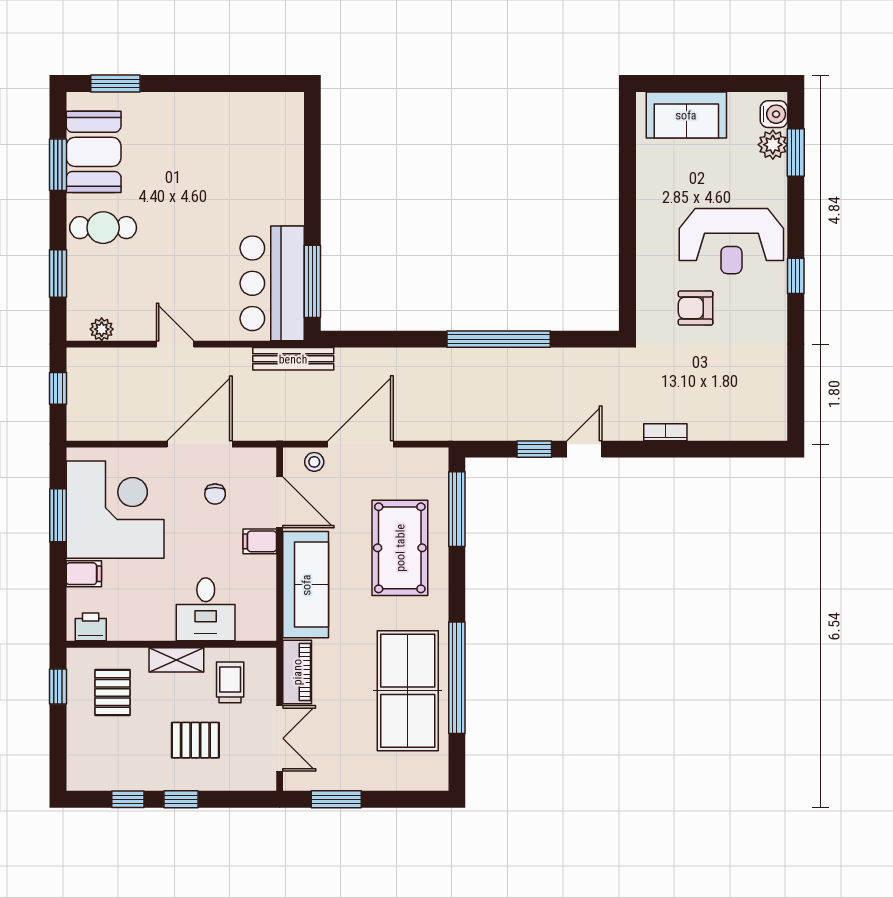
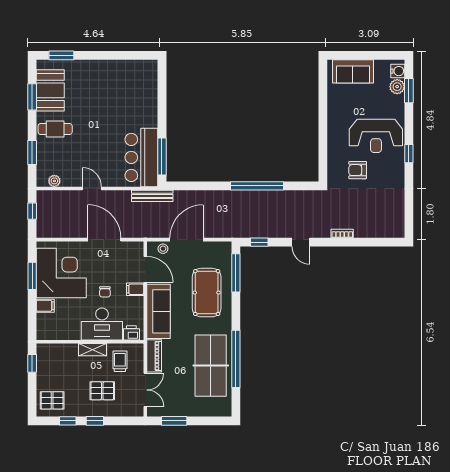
door: (200, 444) -> (104, 240), hinge flipped
window: (534, 449) -> (259, 242), moved
door: (584, 449) -> (301, 242), swing flipped
chair: (215, 494) -> (105, 292), moved
desk: (206, 609) -> (102, 324), width x1.37
printer: (91, 627) -> (131, 333), moved
pallet: (113, 692) -> (52, 400), moved, turned 90

